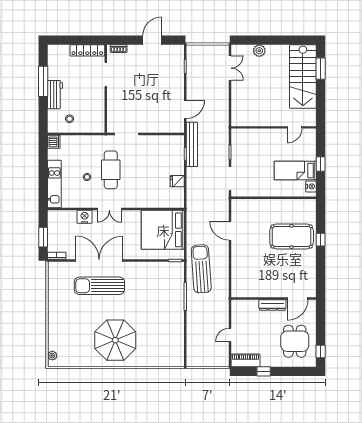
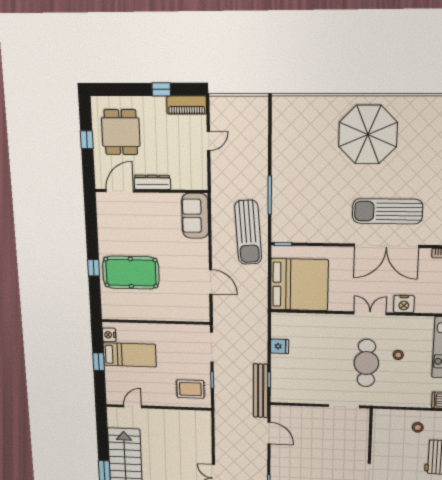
door: (185, 109) -> (269, 433), swing flipped
rug: (247, 144) -> (190, 389), added
sofa: (241, 281) -> (195, 216), added
sun lounger: (99, 286) -> (388, 211), turned 180
window: (321, 351) -> (87, 140), moved

